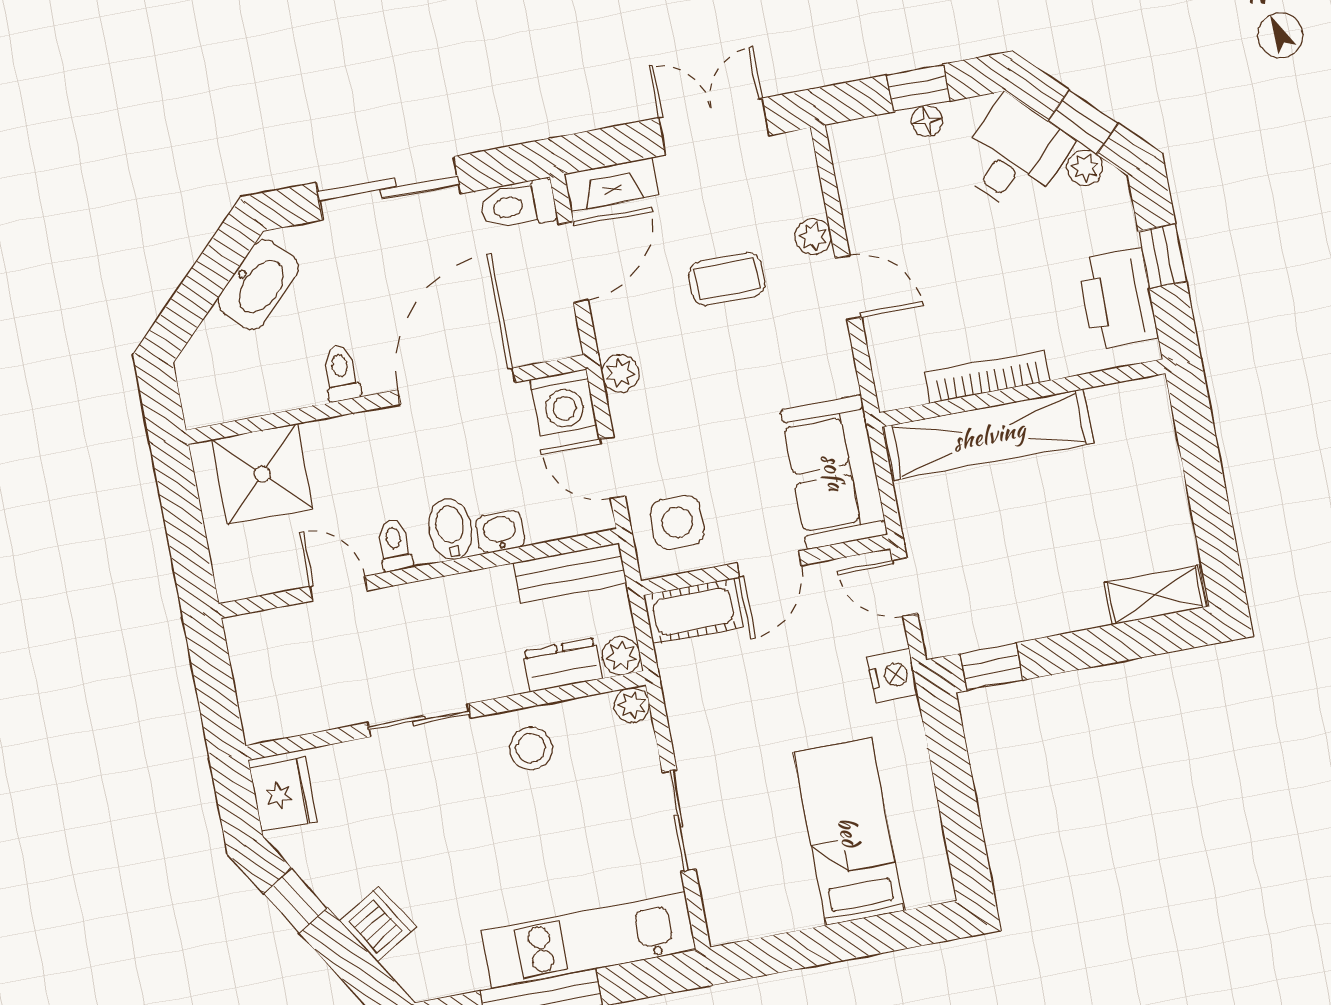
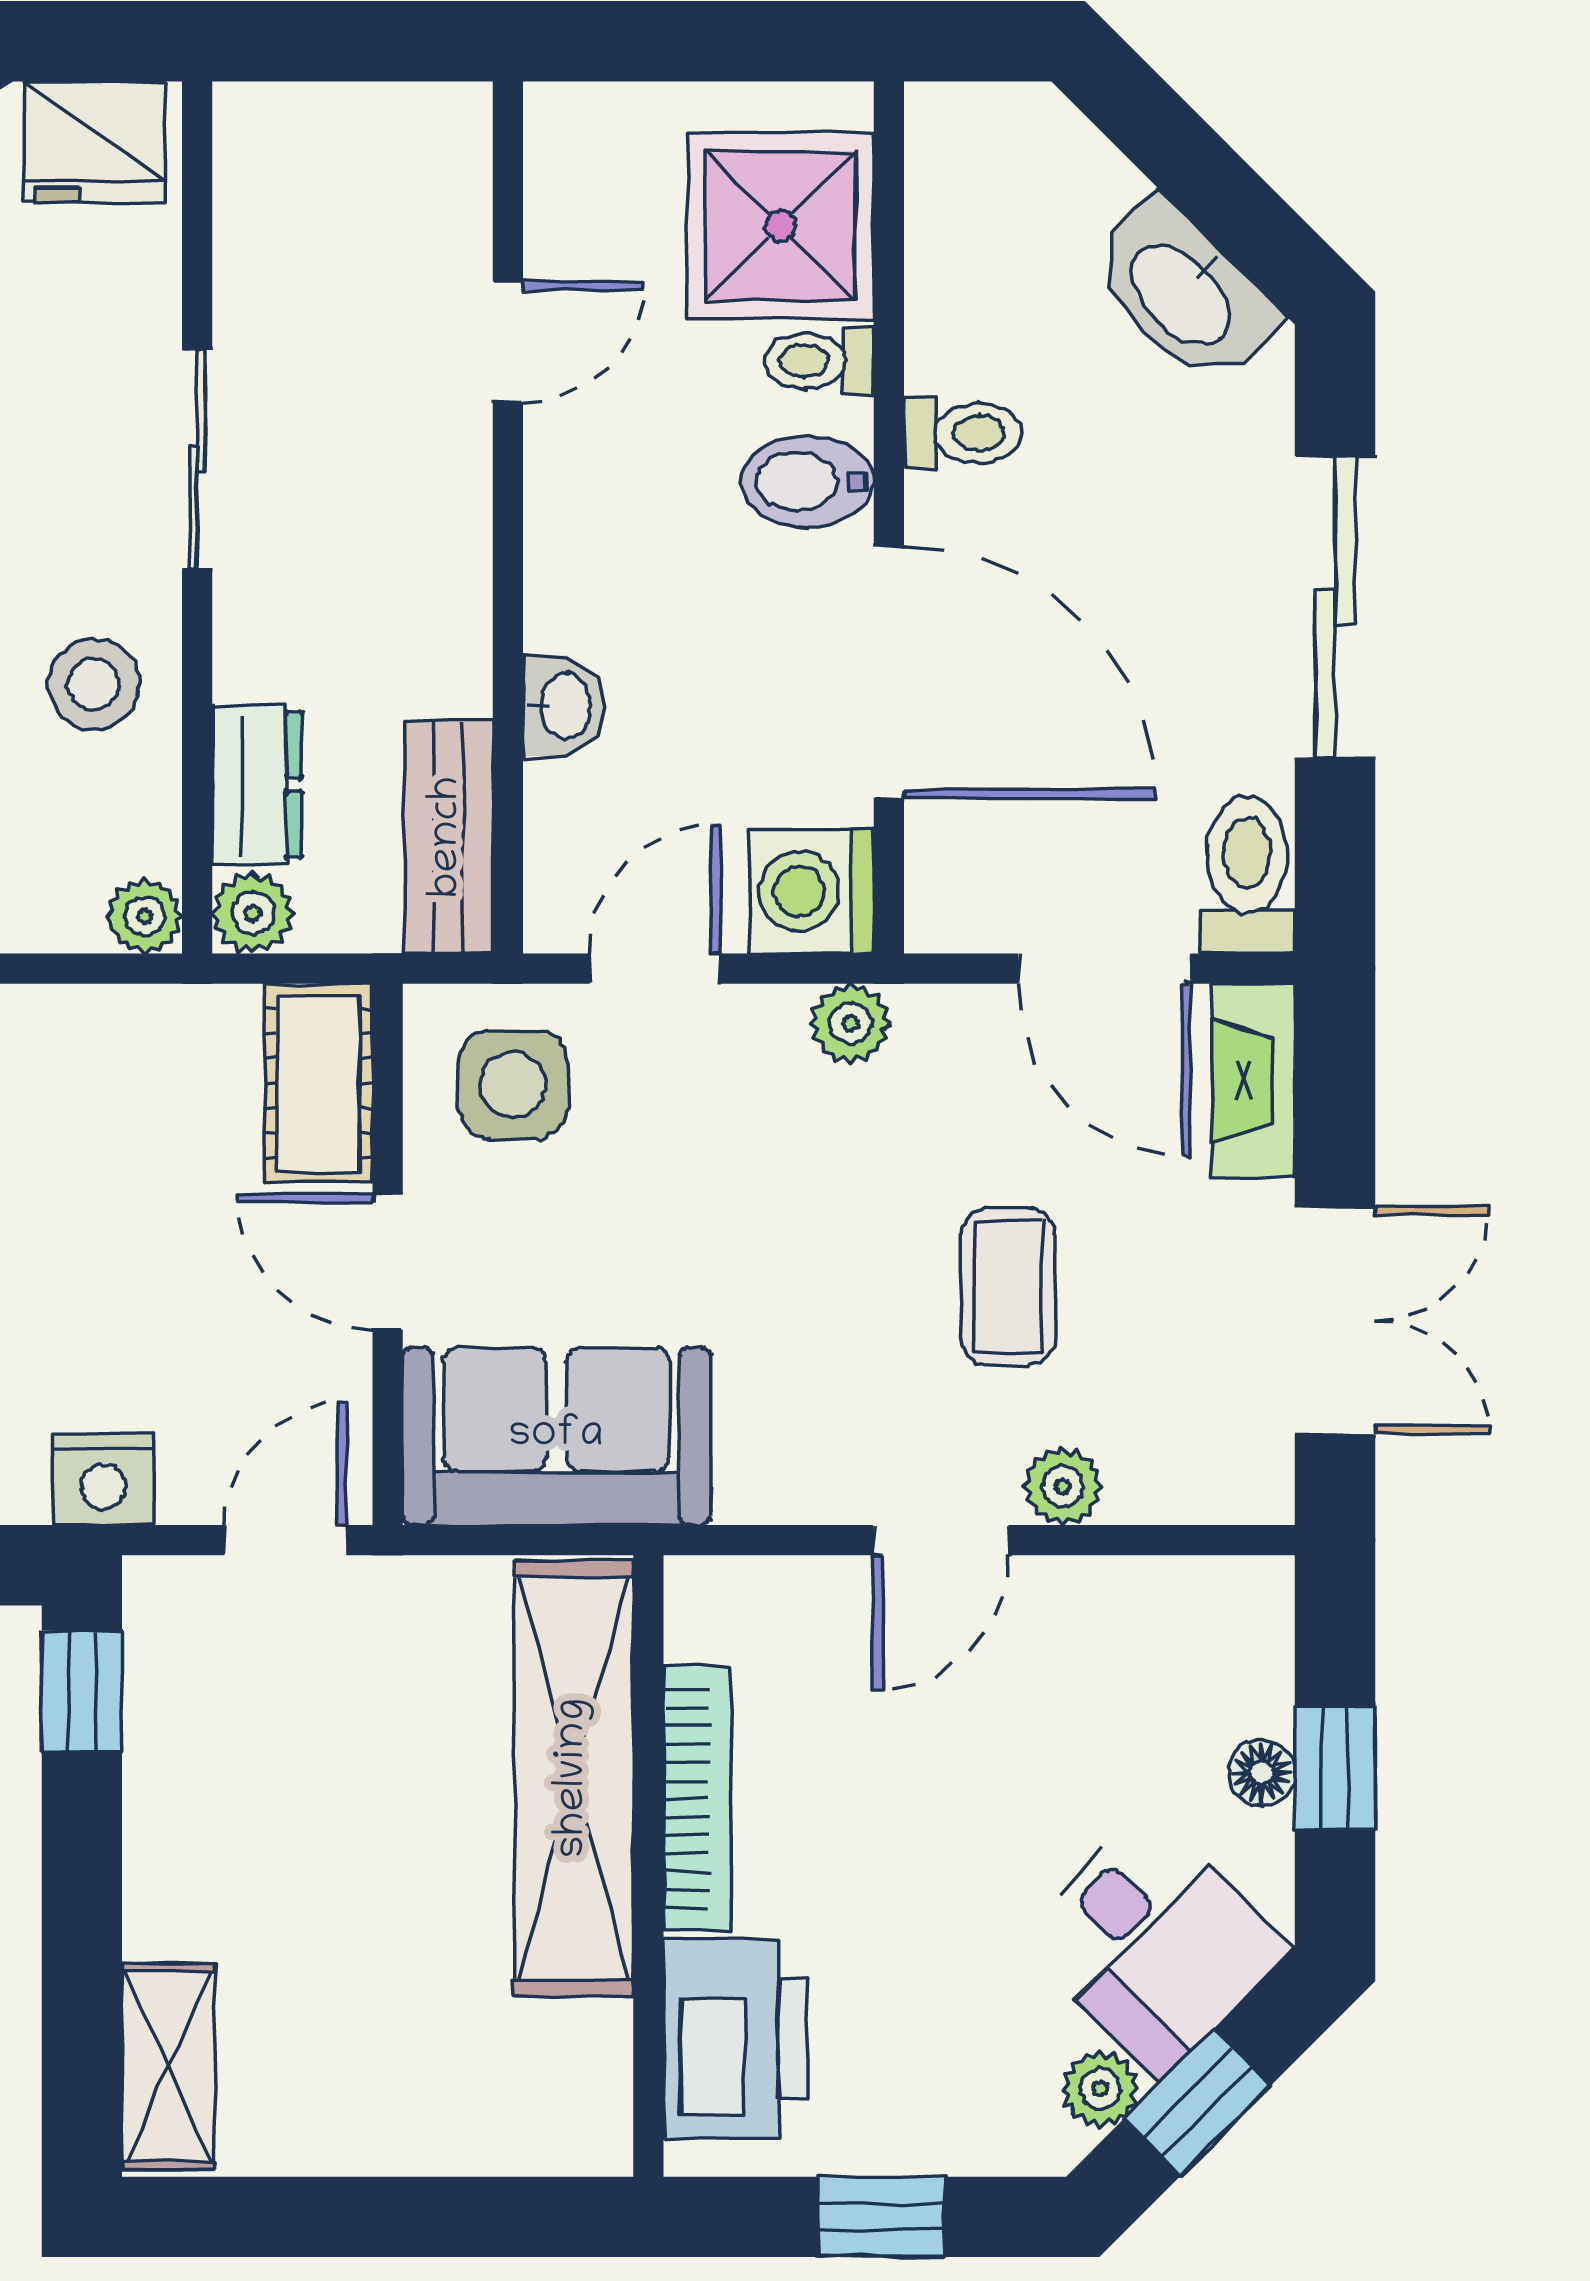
printer: (1117, 299) -> (735, 2039), moved, turned 90
bidet: (450, 529) -> (808, 482), moved, turned 180
toilet: (395, 545) -> (819, 361), moved, turned 180

